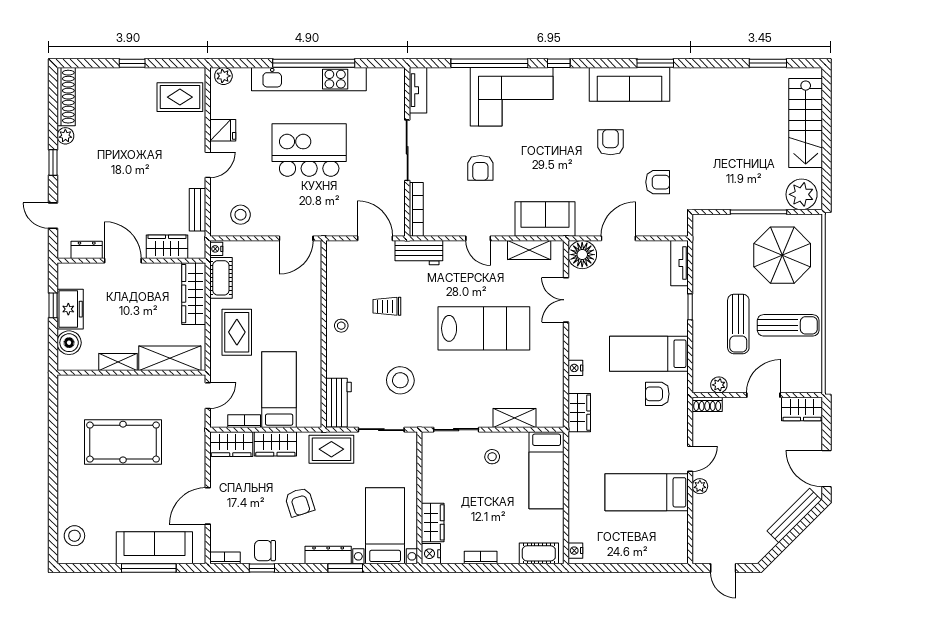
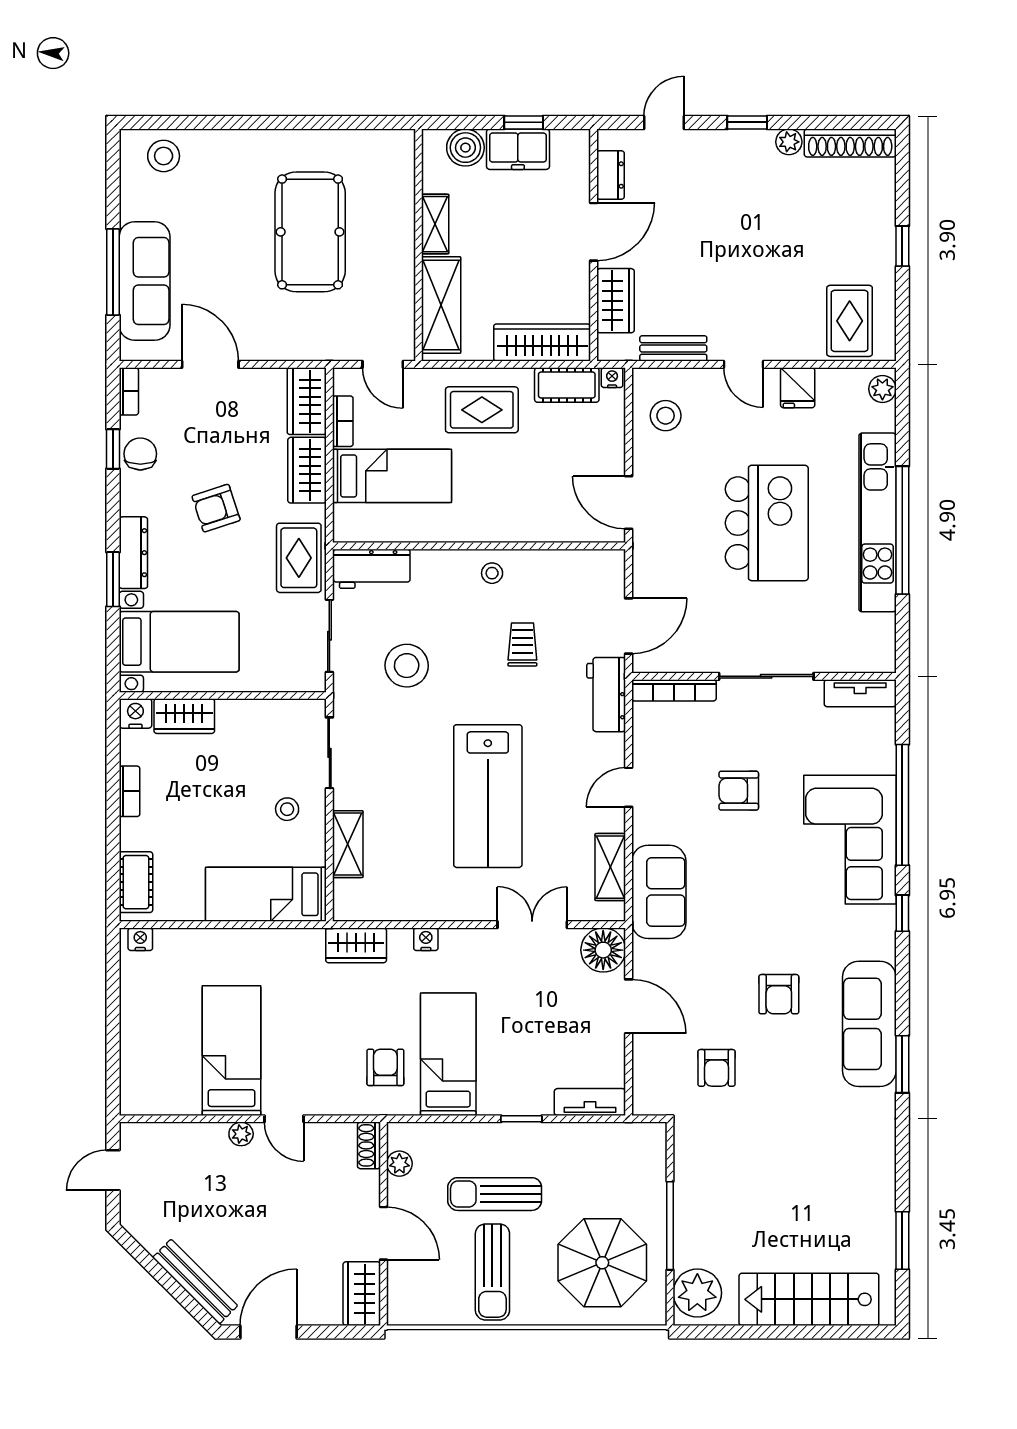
armchair: (611, 142) -> (779, 994), turned 90

